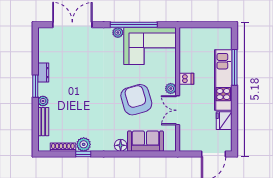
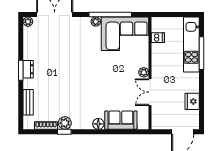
dresser: (43, 73) -> (28, 69), moved
dishwasher: (186, 79) -> (158, 38), moved
kitchen unit: (223, 80) -> (191, 45), moved
armchair: (136, 100) -> (113, 82), removed
plant: (43, 101) -> (28, 22), moved

